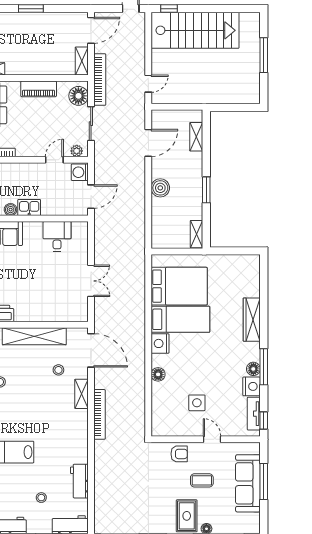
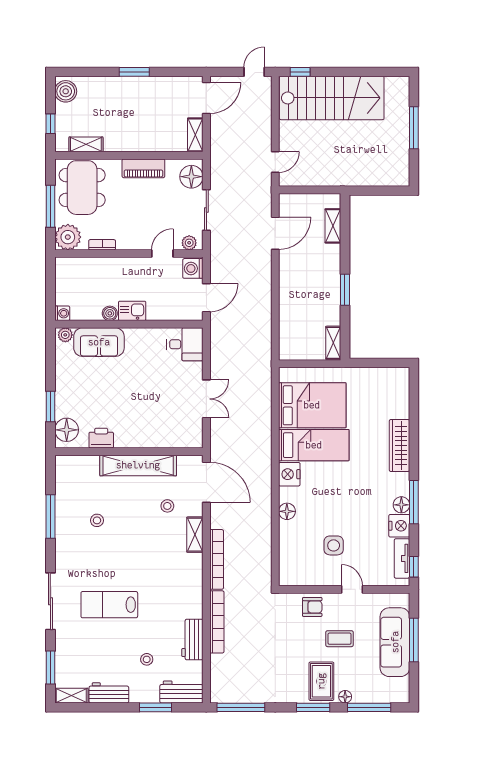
bookcase: (100, 80) -> (217, 622), moved
boiler: (160, 188) -> (290, 287), removed
desk: (57, 236) -> (185, 344), moved, turned 90

